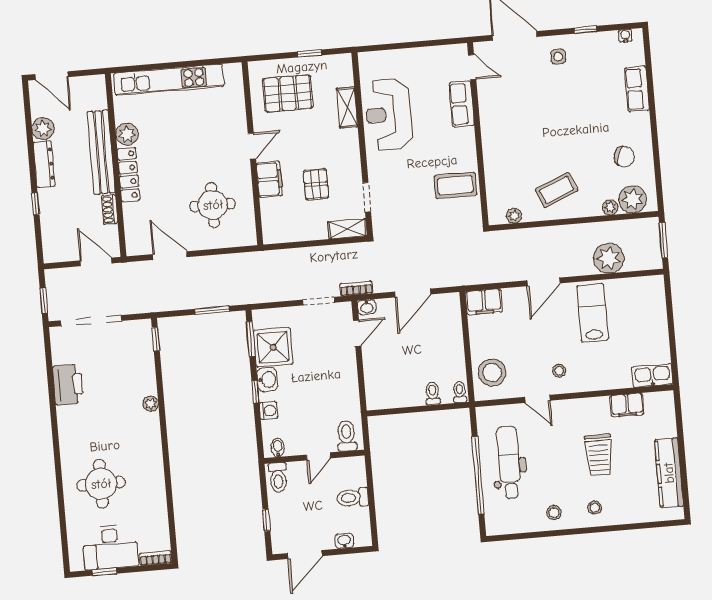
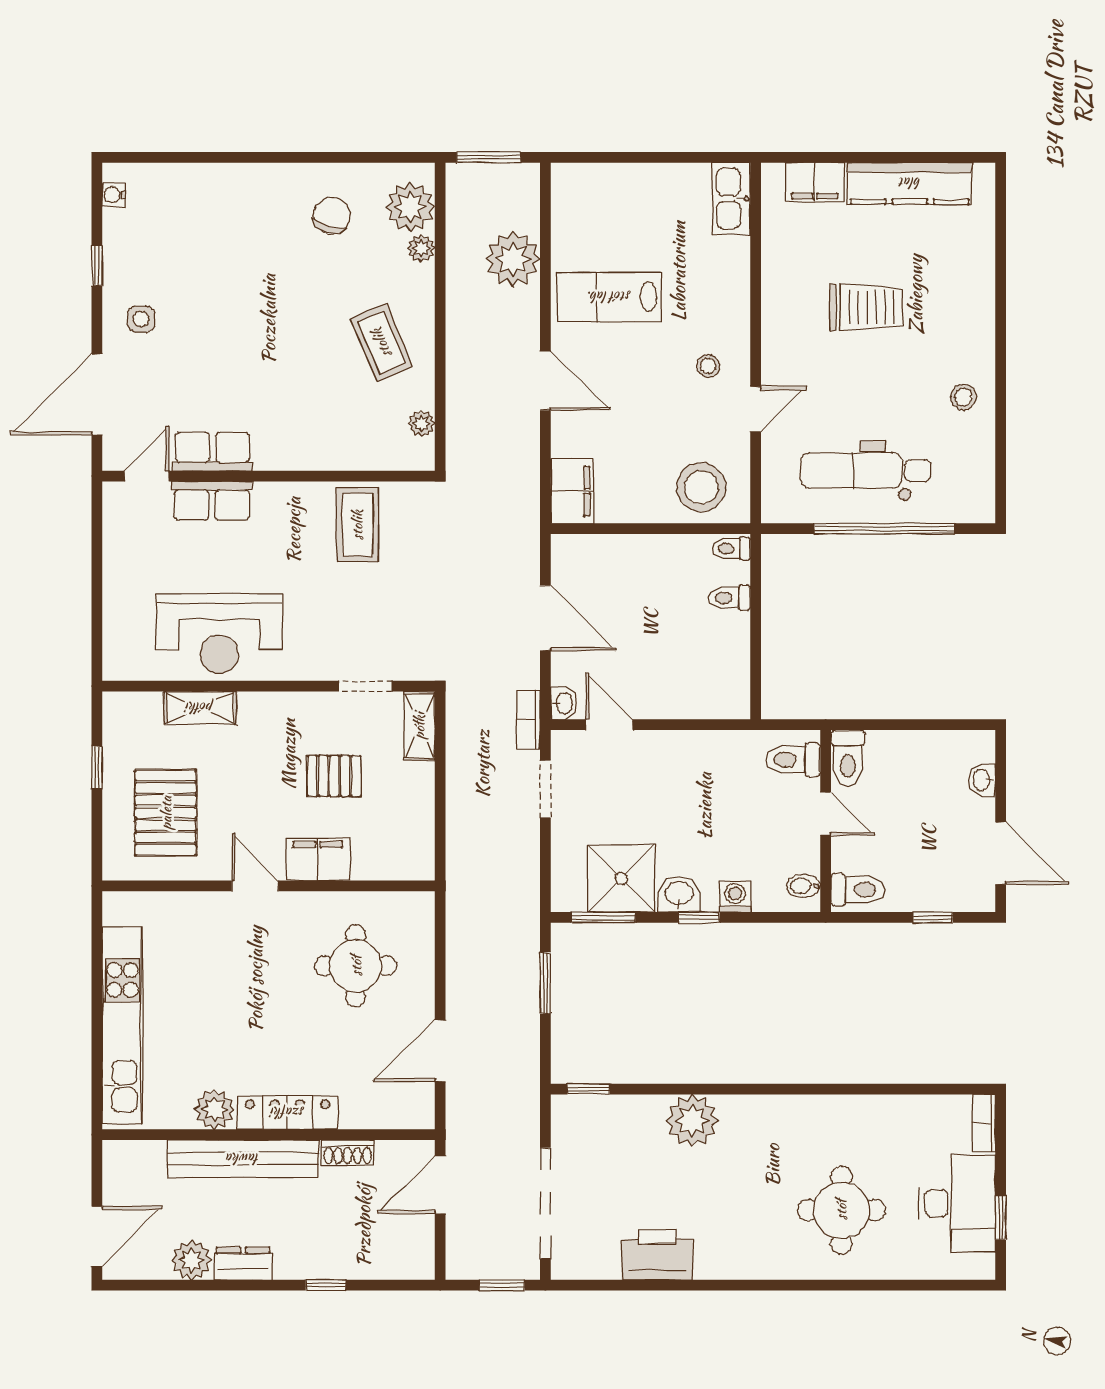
row of seats: (637, 89) -> (212, 452), moved, turned 180
dresser: (44, 164) -> (243, 1264), width x0.70
plant: (151, 404) -> (692, 1121), width x1.87, depth x1.87
filing cabinet: (627, 405) -> (815, 182), moved, turned 90
toilet: (353, 498) -> (848, 758), moved
stool: (595, 508) -> (961, 323), removed

